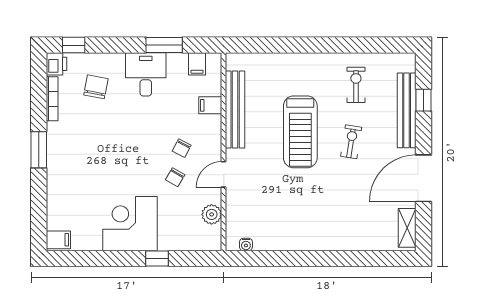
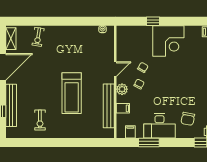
desk: (146, 74) -> (160, 126), width x1.37
treadmill: (300, 132) -> (72, 93), turned 180
exercise bike: (351, 142) -> (38, 37), moved
plant: (212, 214) -> (122, 89), moved

